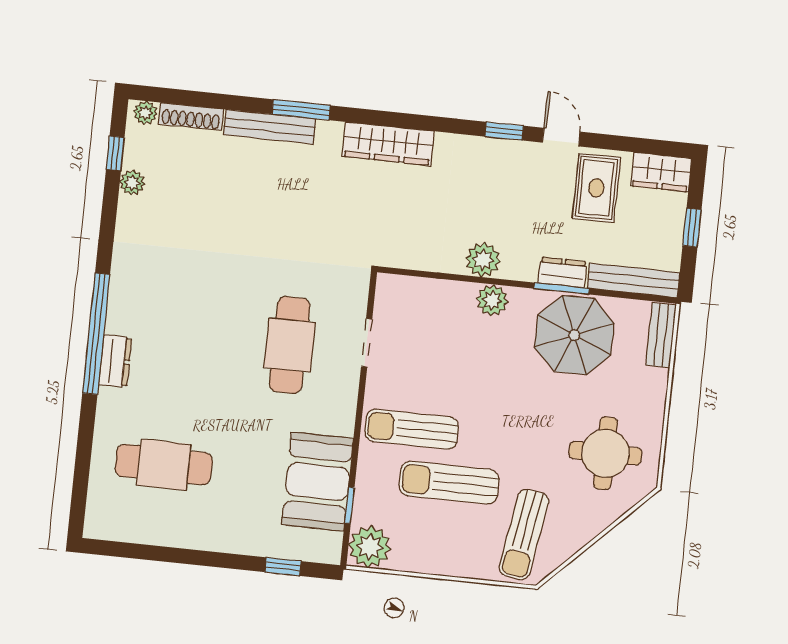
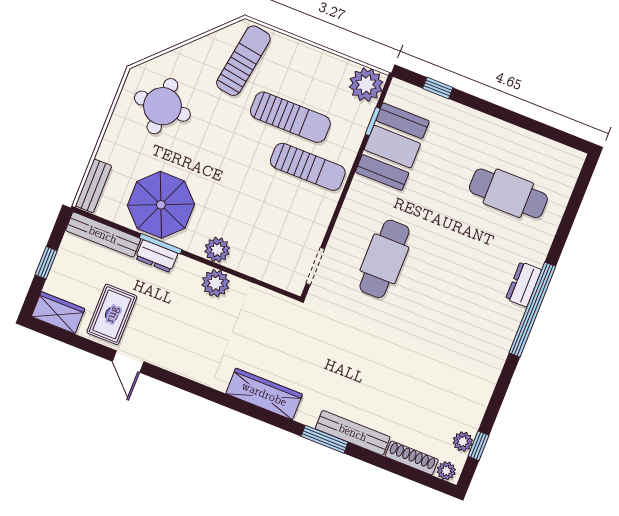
window: (504, 131) -> (171, 379), removed
plant: (132, 183) -> (463, 442), moved
doorway: (367, 343) -> (315, 266), moved

